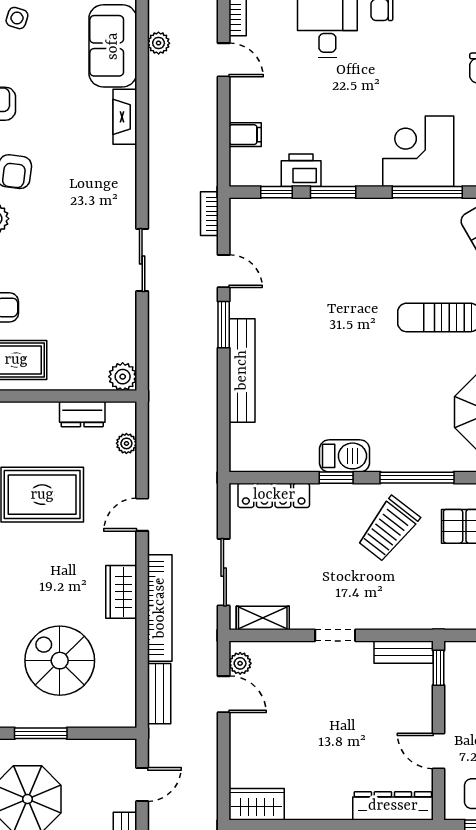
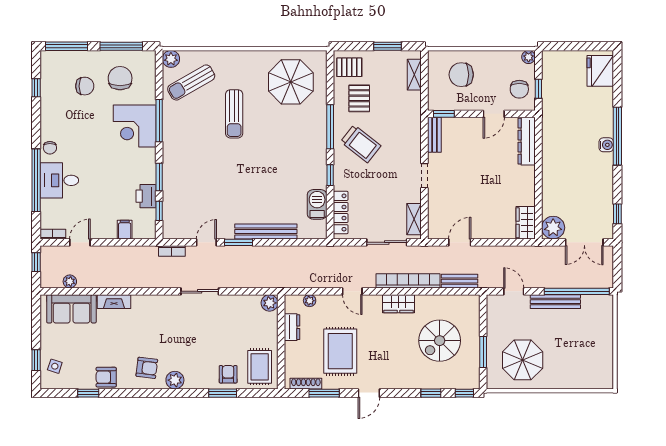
barbecue: (345, 456) -> (317, 204), moved
plant: (240, 663) -> (441, 233), removed

